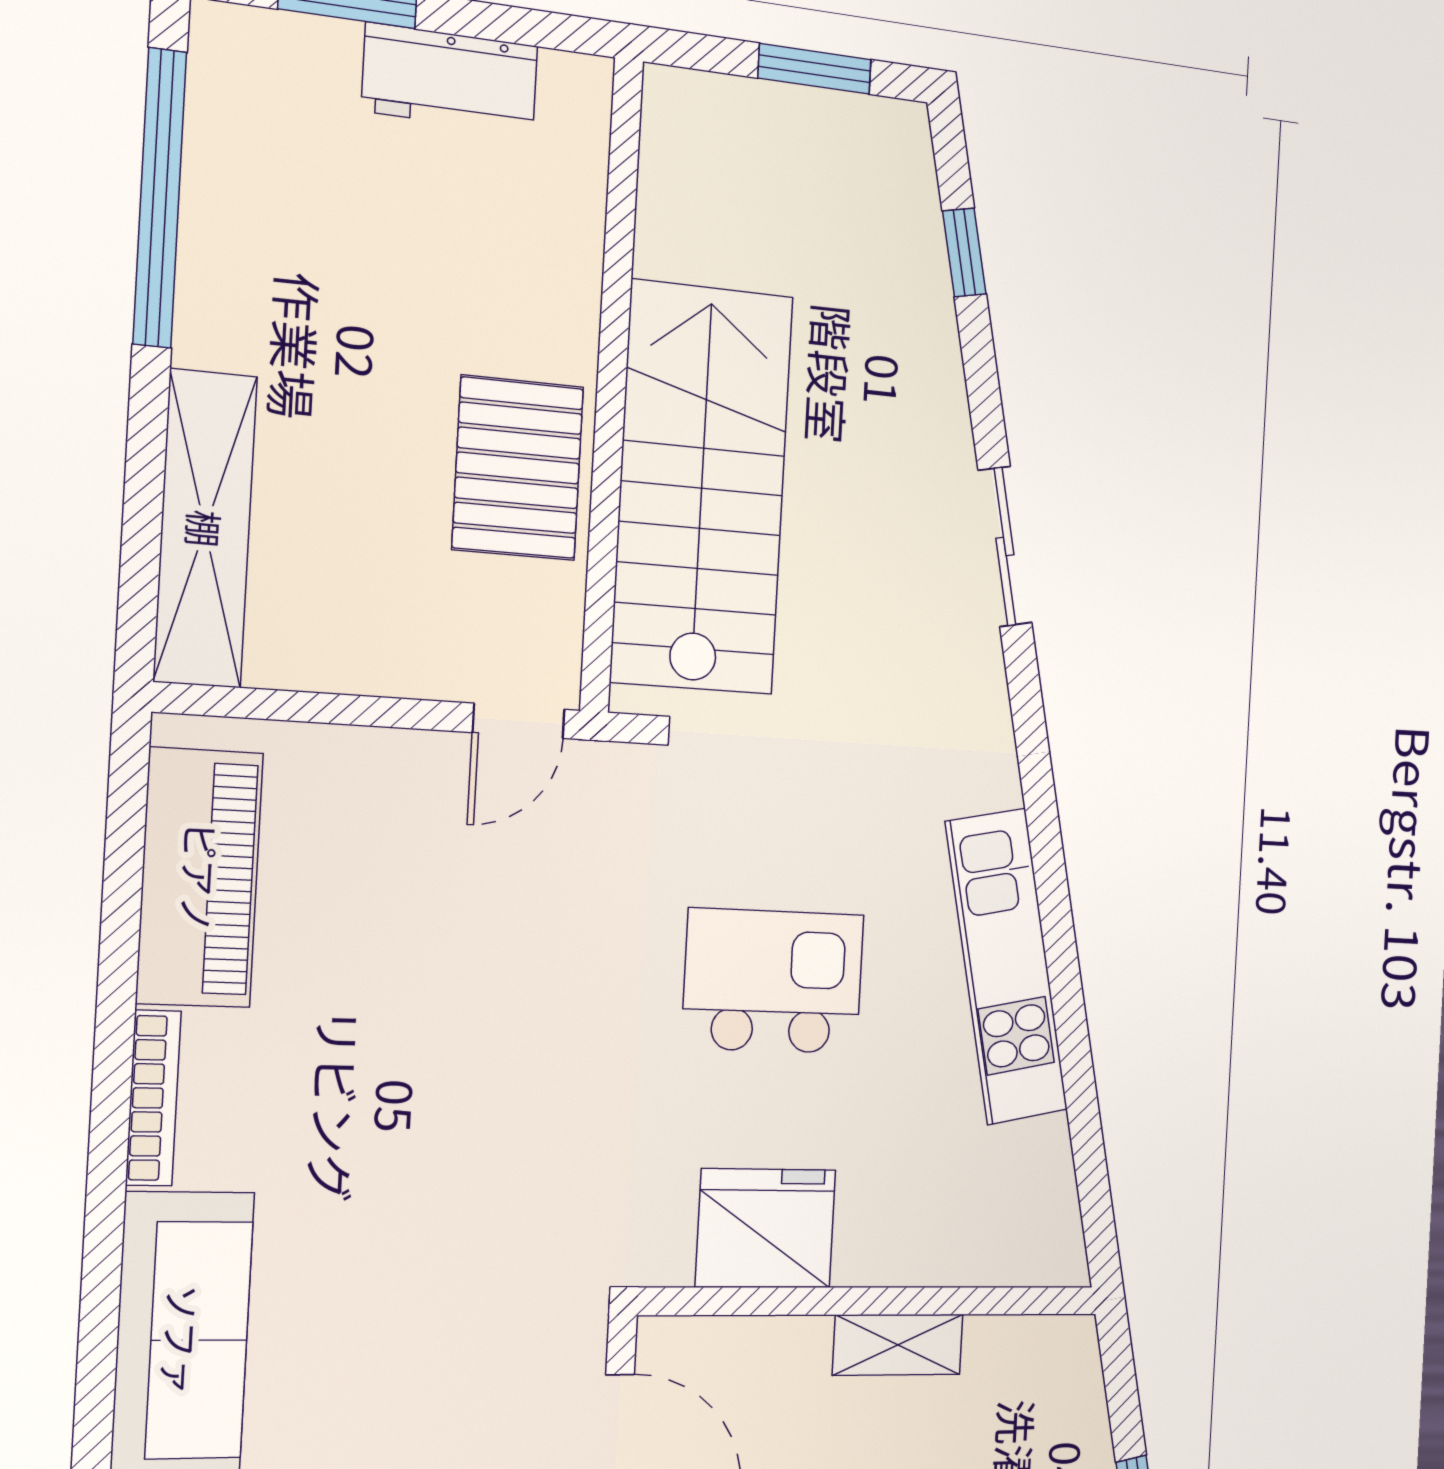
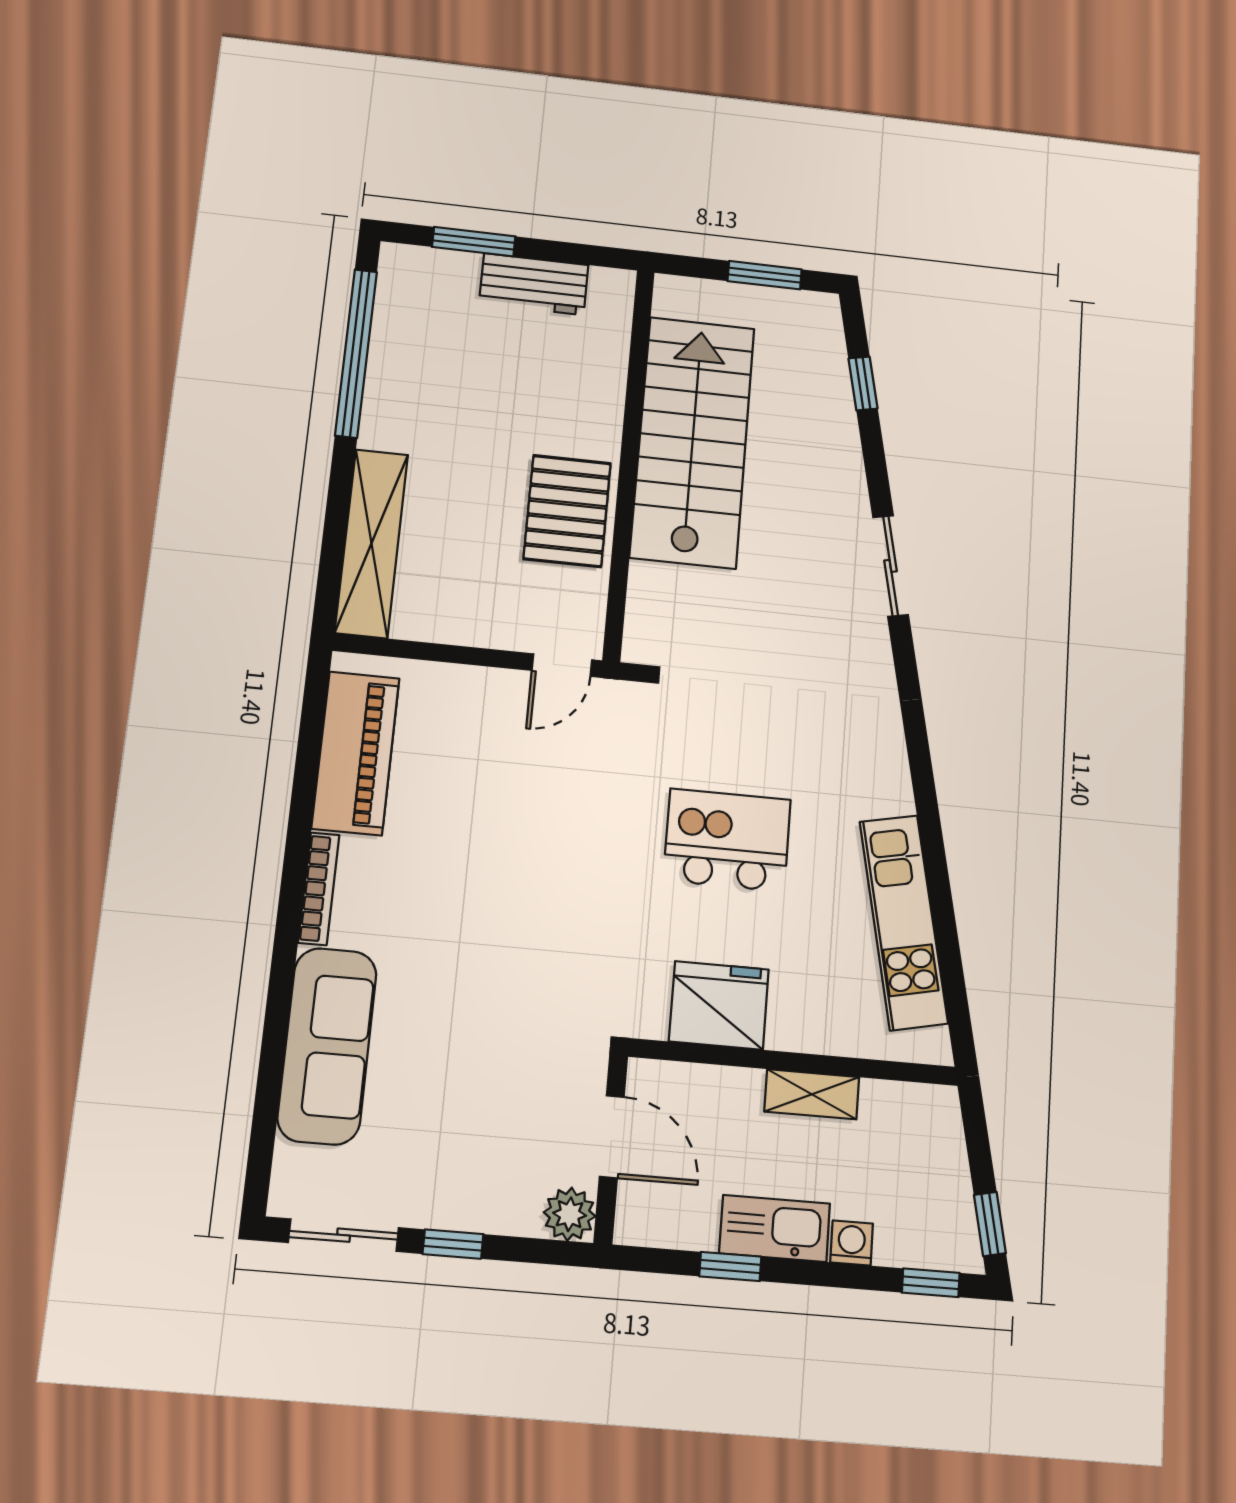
stairs: (702, 488) -> (693, 442), moved
kitchen unit: (1007, 966) -> (904, 922), moved

